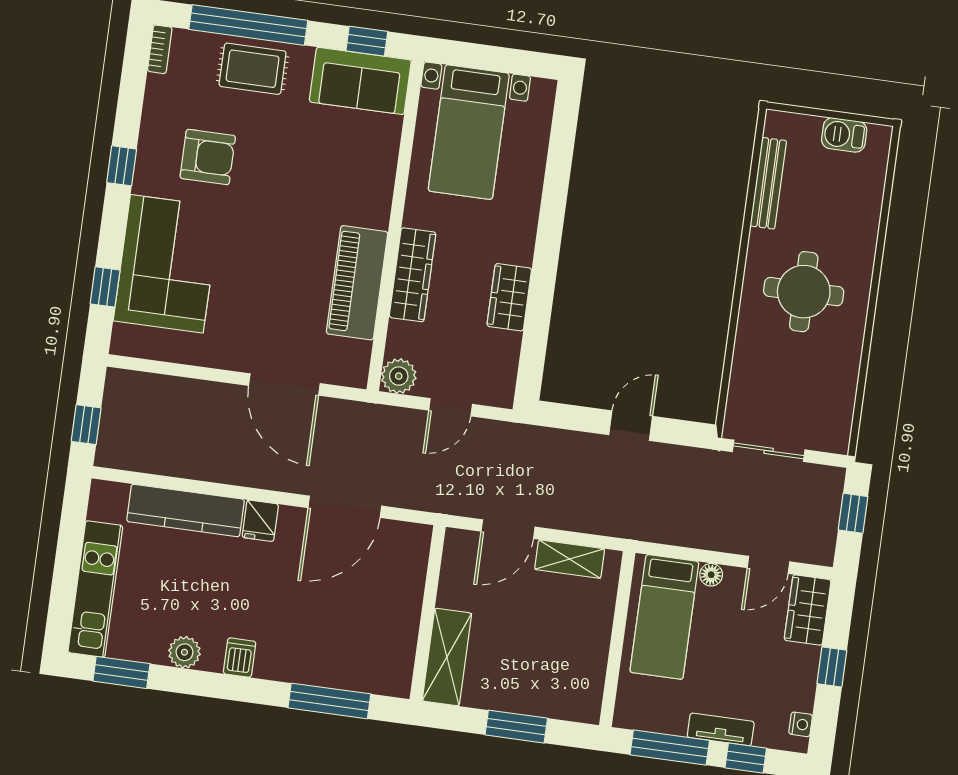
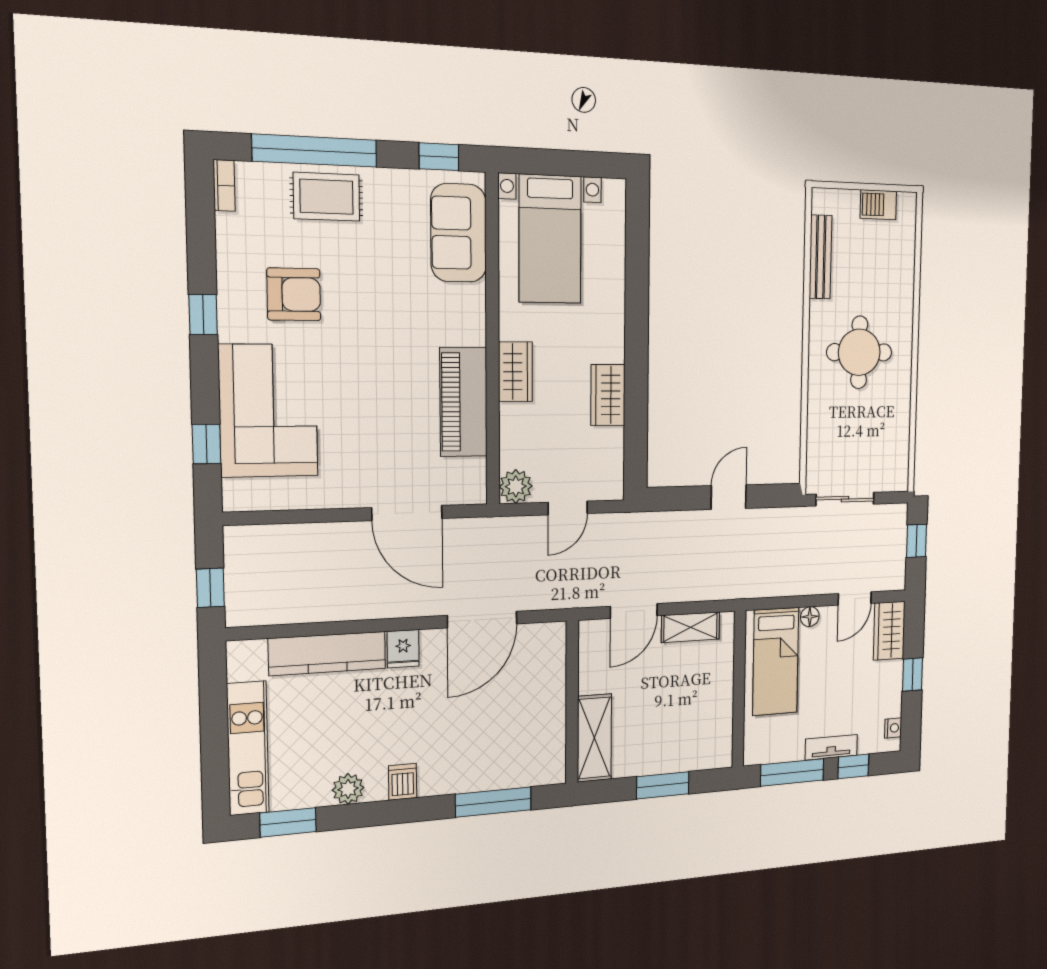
sofa: (360, 81) -> (459, 233), moved, turned 90
wardrobe: (413, 275) -> (515, 372), width x0.67

